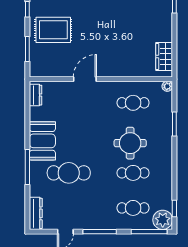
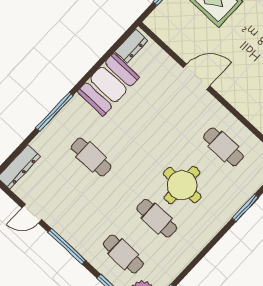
booth: (42, 141) -> (108, 84), moved
cafe table: (69, 173) -> (91, 157), width x0.73, depth x0.74

